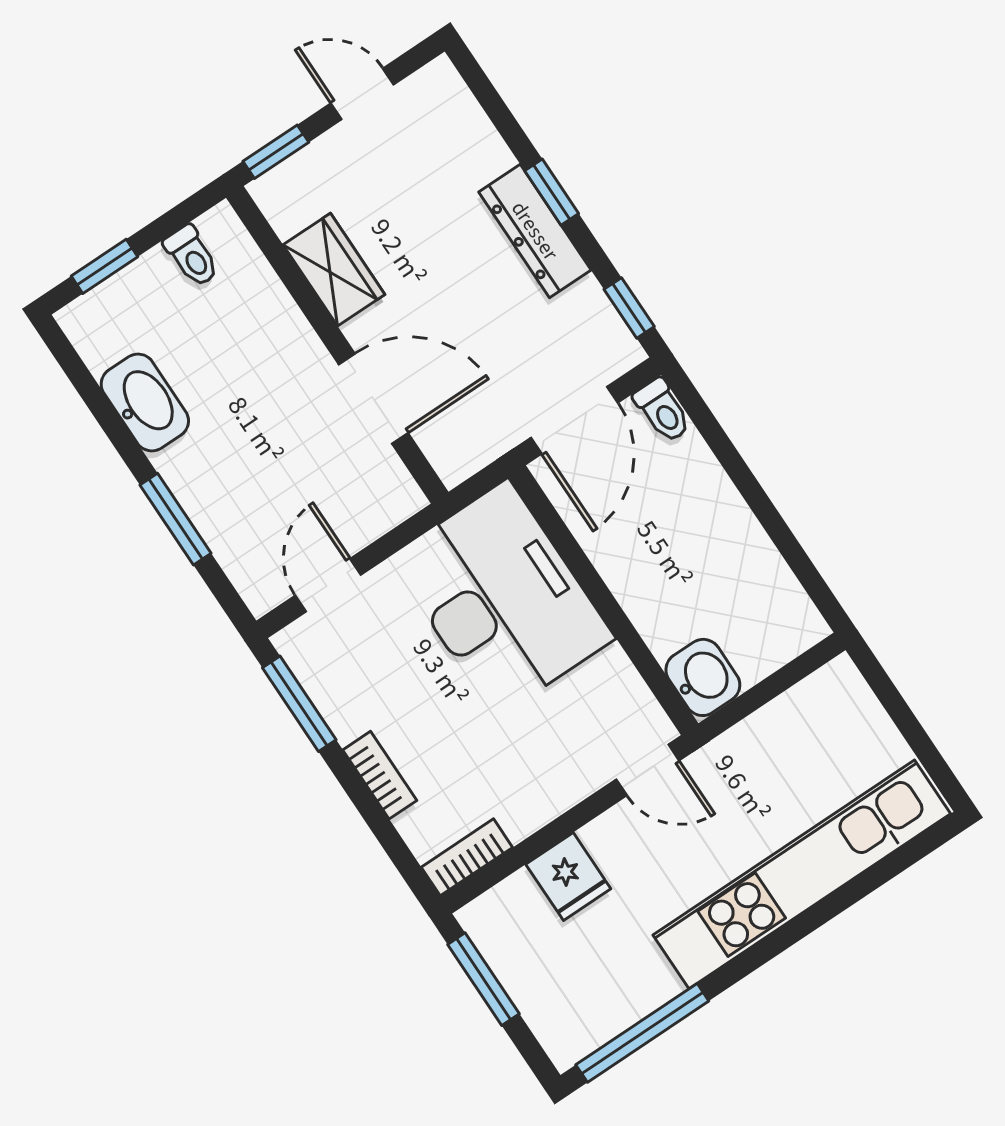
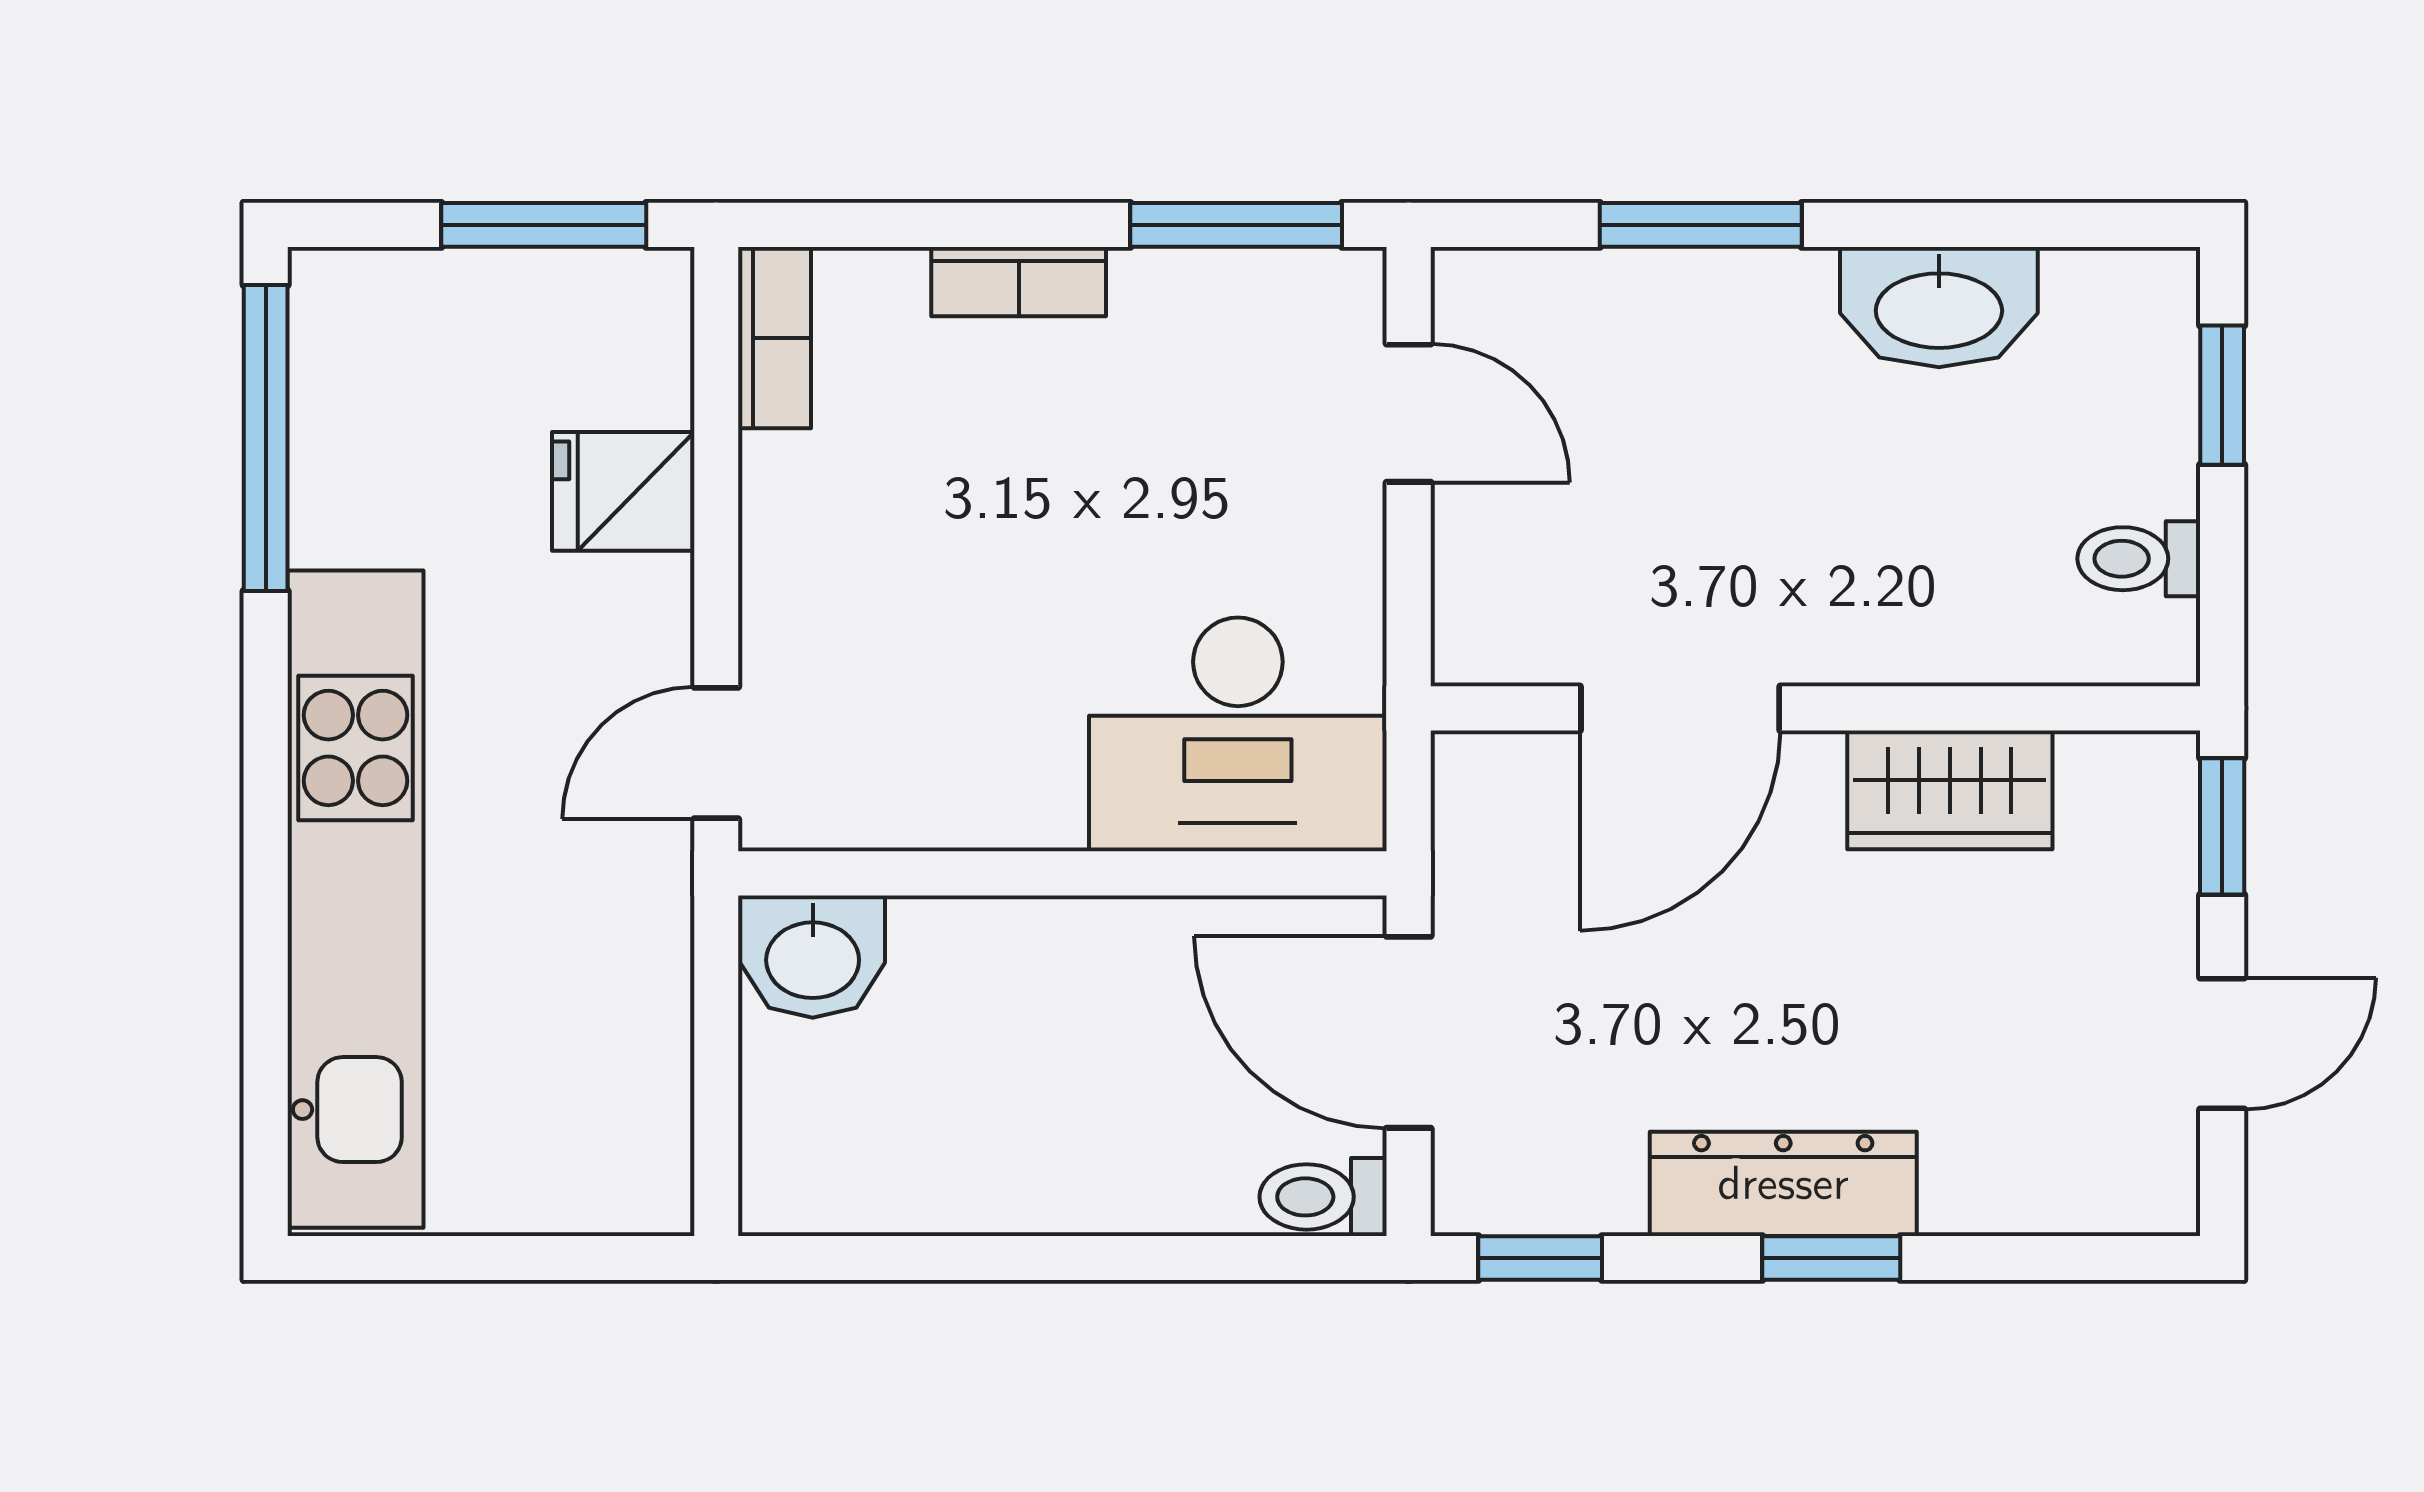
desk: (502, 598) -> (1238, 734), width x0.73, depth x0.77

